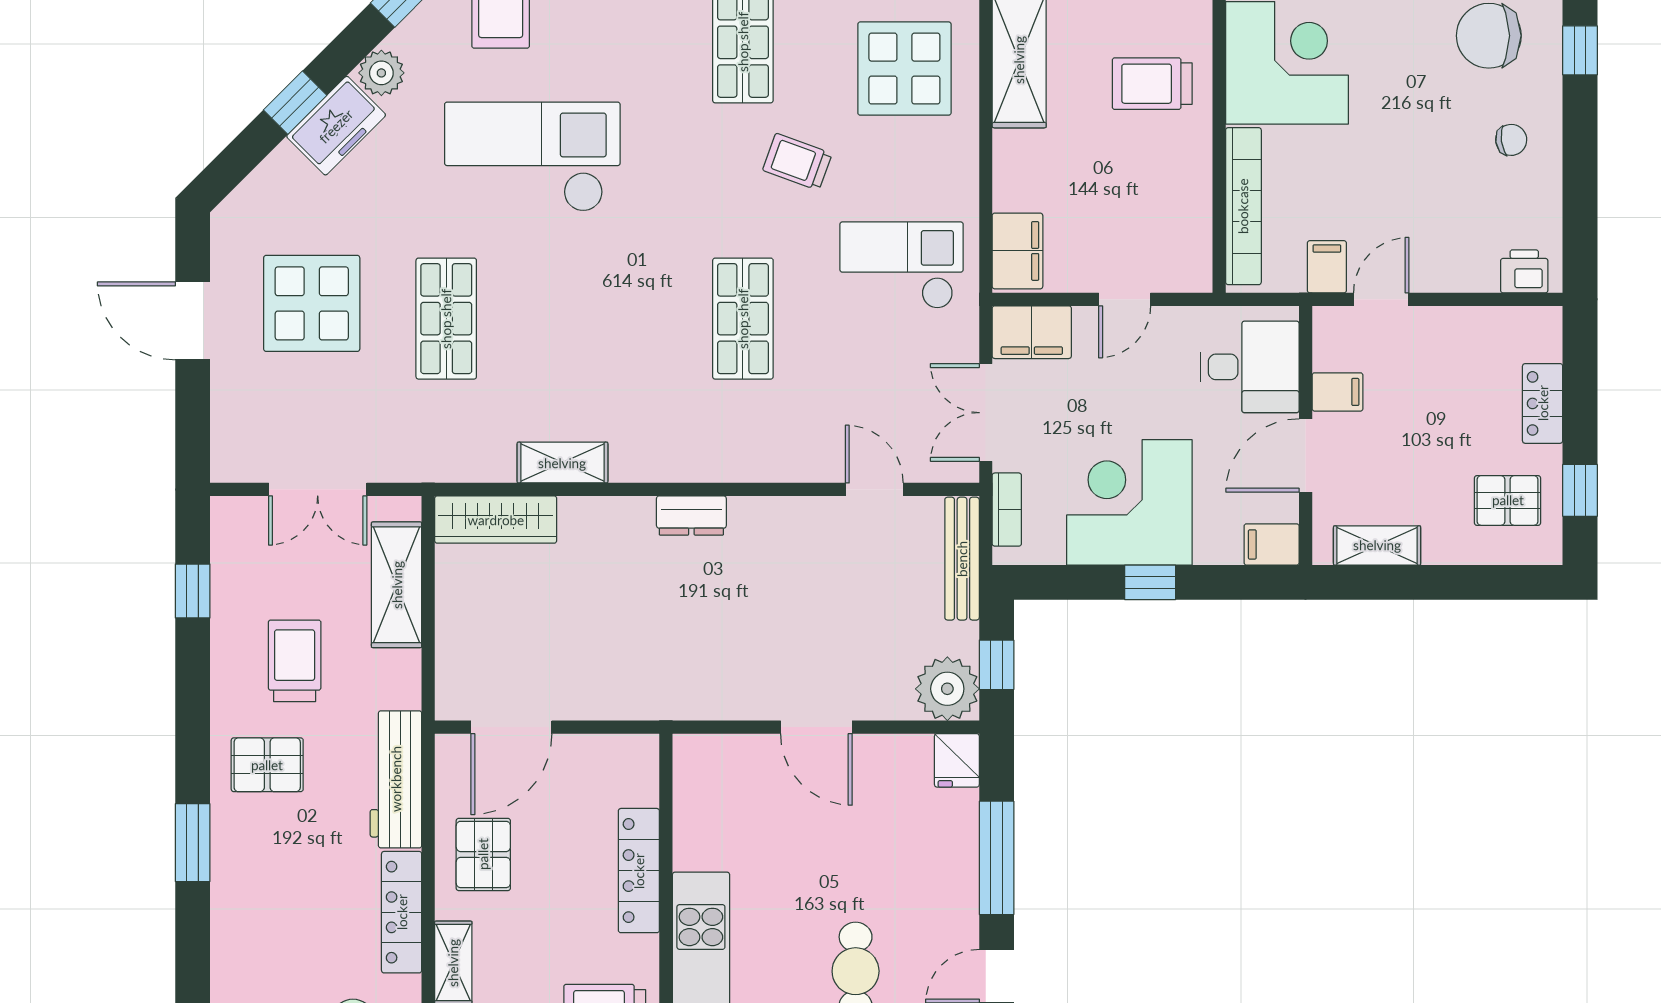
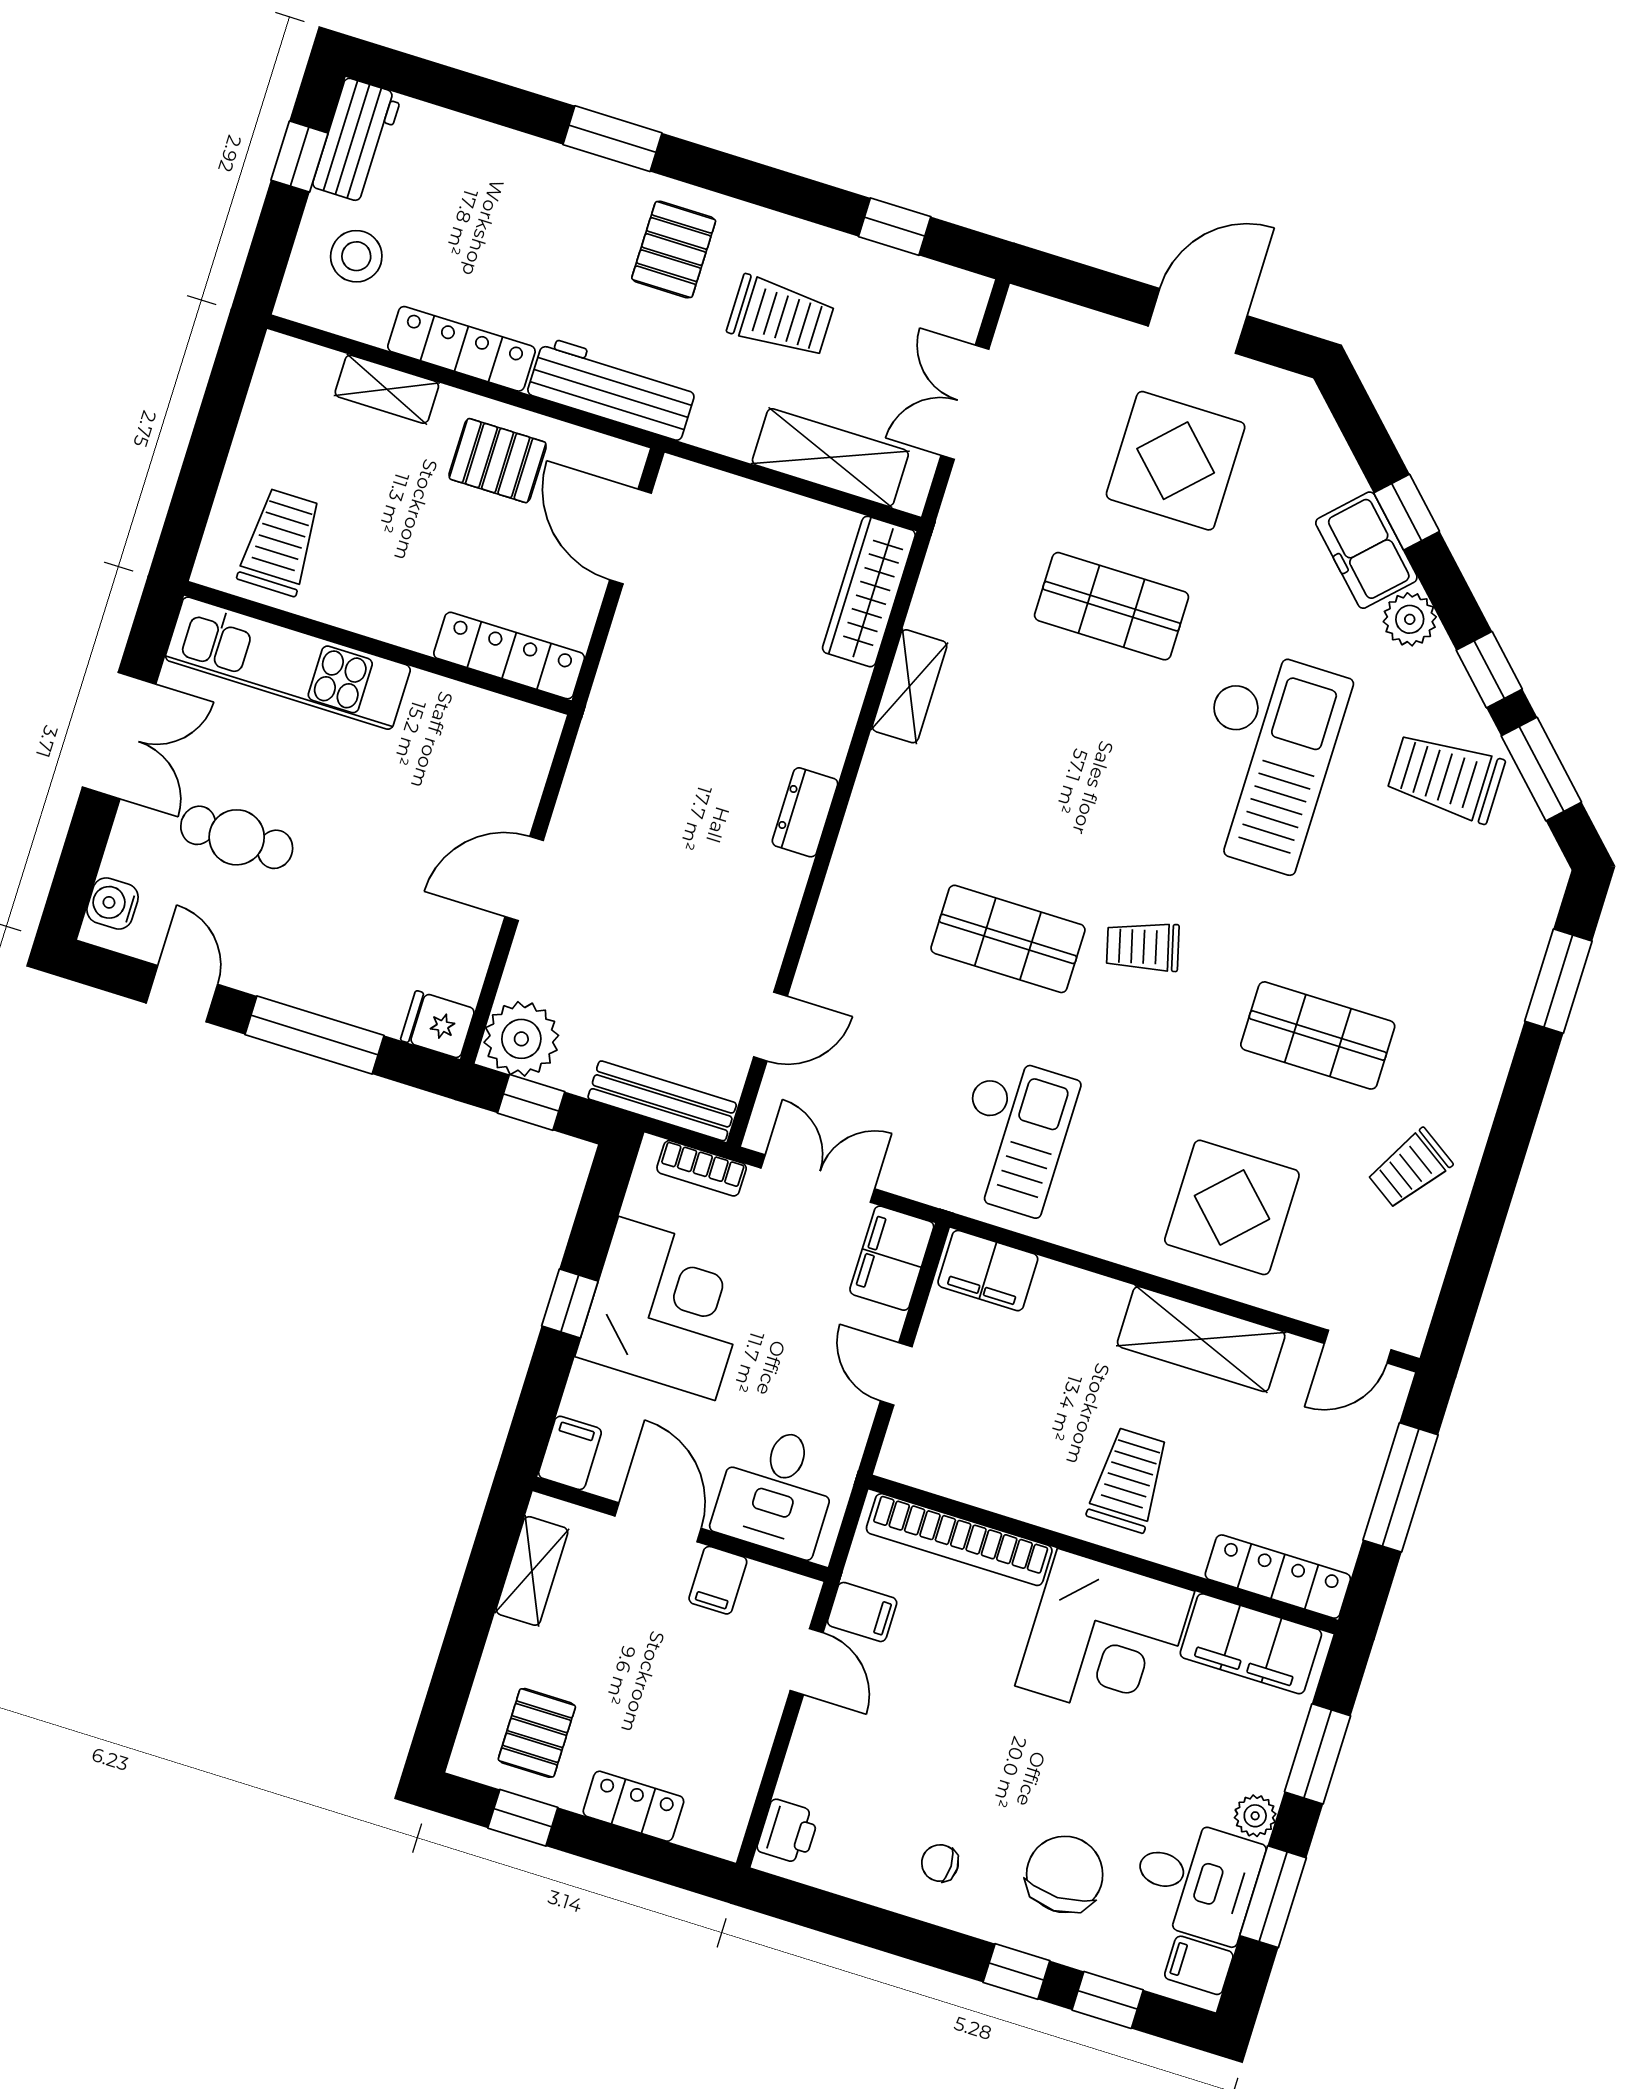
chair: (1511, 140) -> (940, 1863), turned 98
trolley: (797, 162) -> (1143, 947), moved, turned -125
locker: (639, 871) -> (509, 656), moved

